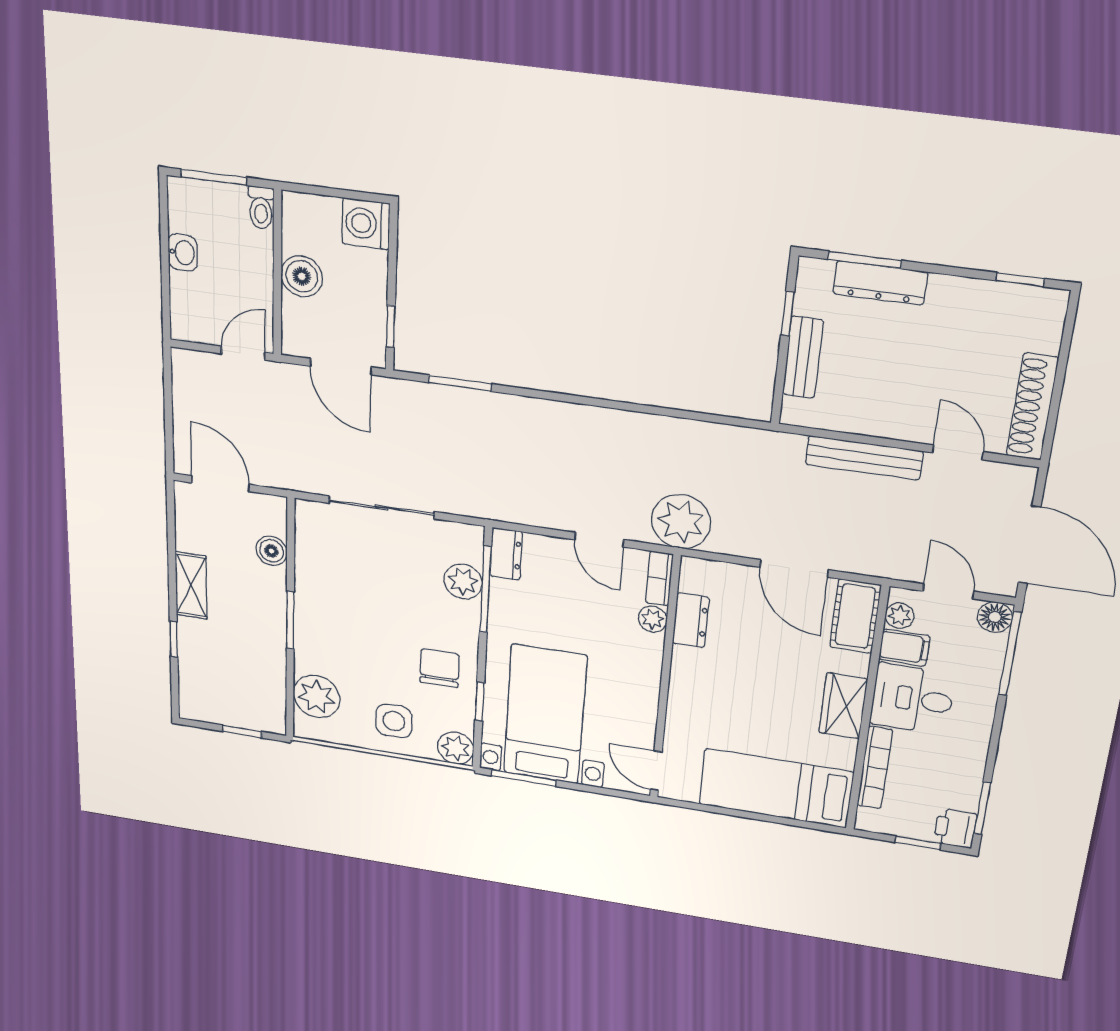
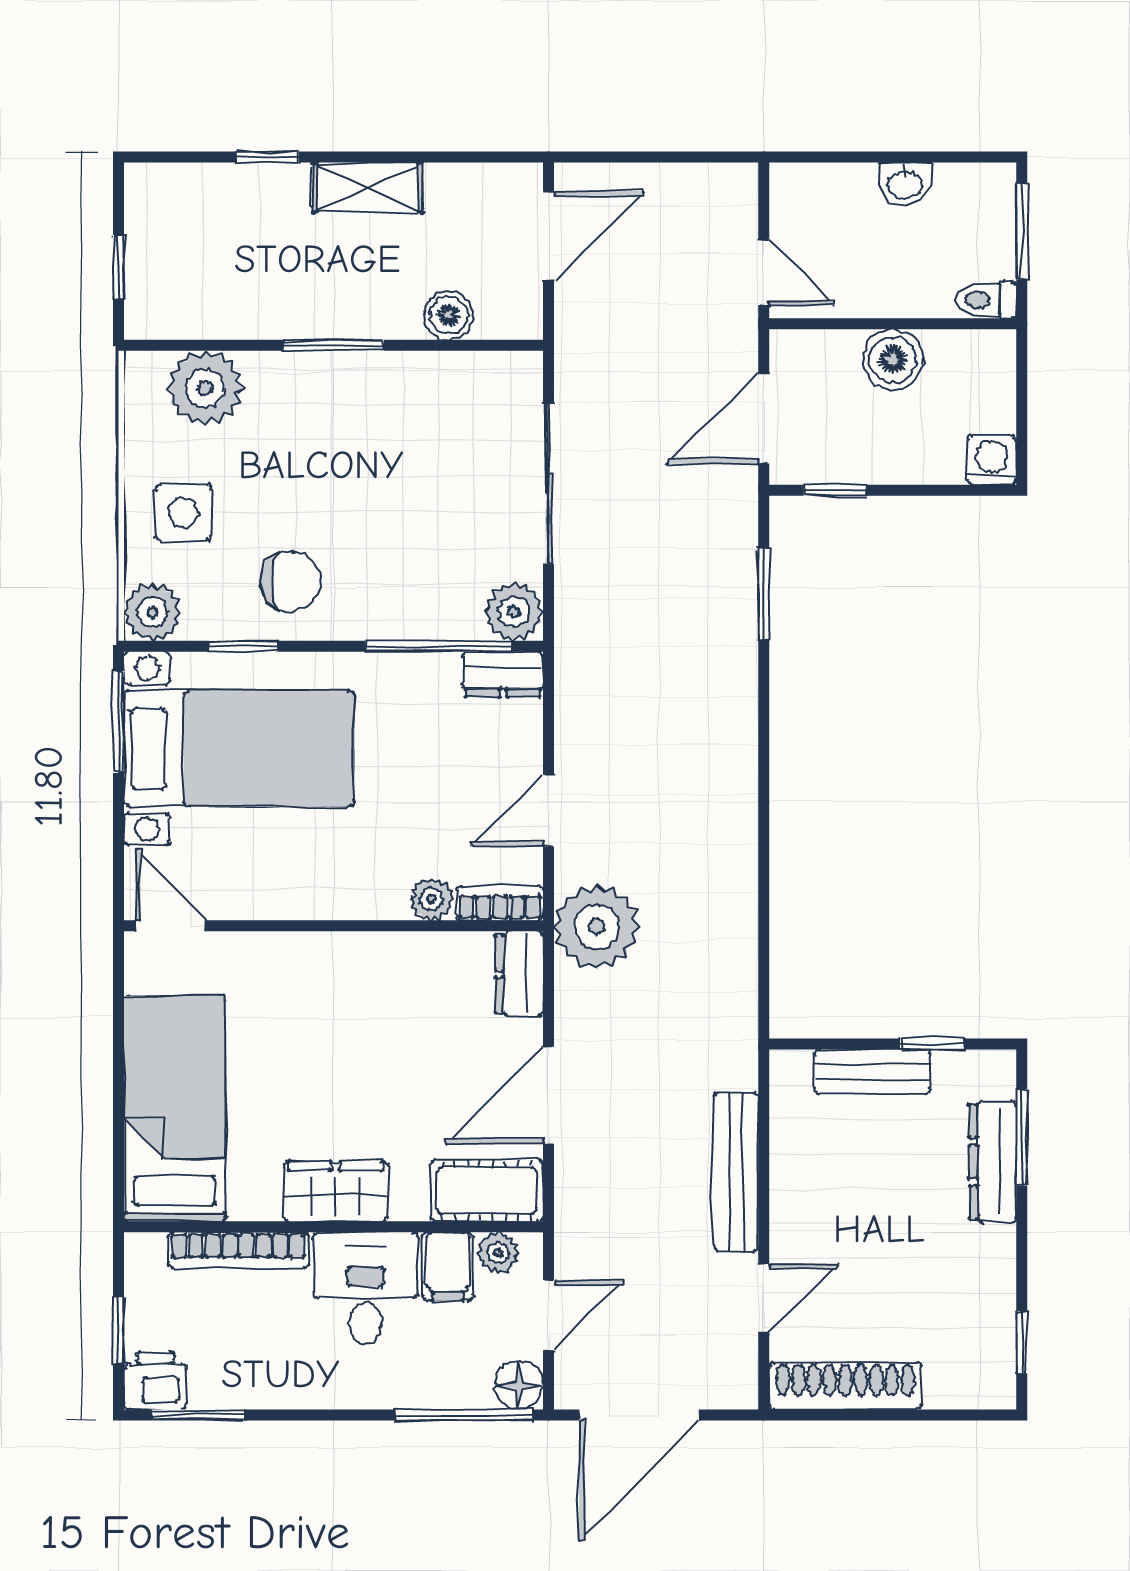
washing machine: (366, 224) -> (992, 460), width x0.73, depth x0.73
plant: (463, 582) -> (514, 612), moved
dresser: (691, 620) -> (519, 974), moved, turned 90
door: (656, 771) -> (171, 926), hinge flipped

